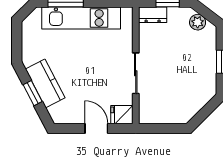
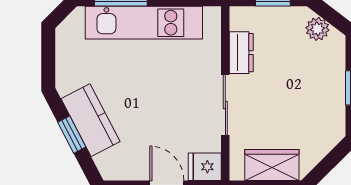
dresser: (153, 15) -> (241, 53), moved, turned -90
wardrobe: (167, 113) -> (272, 165), added

